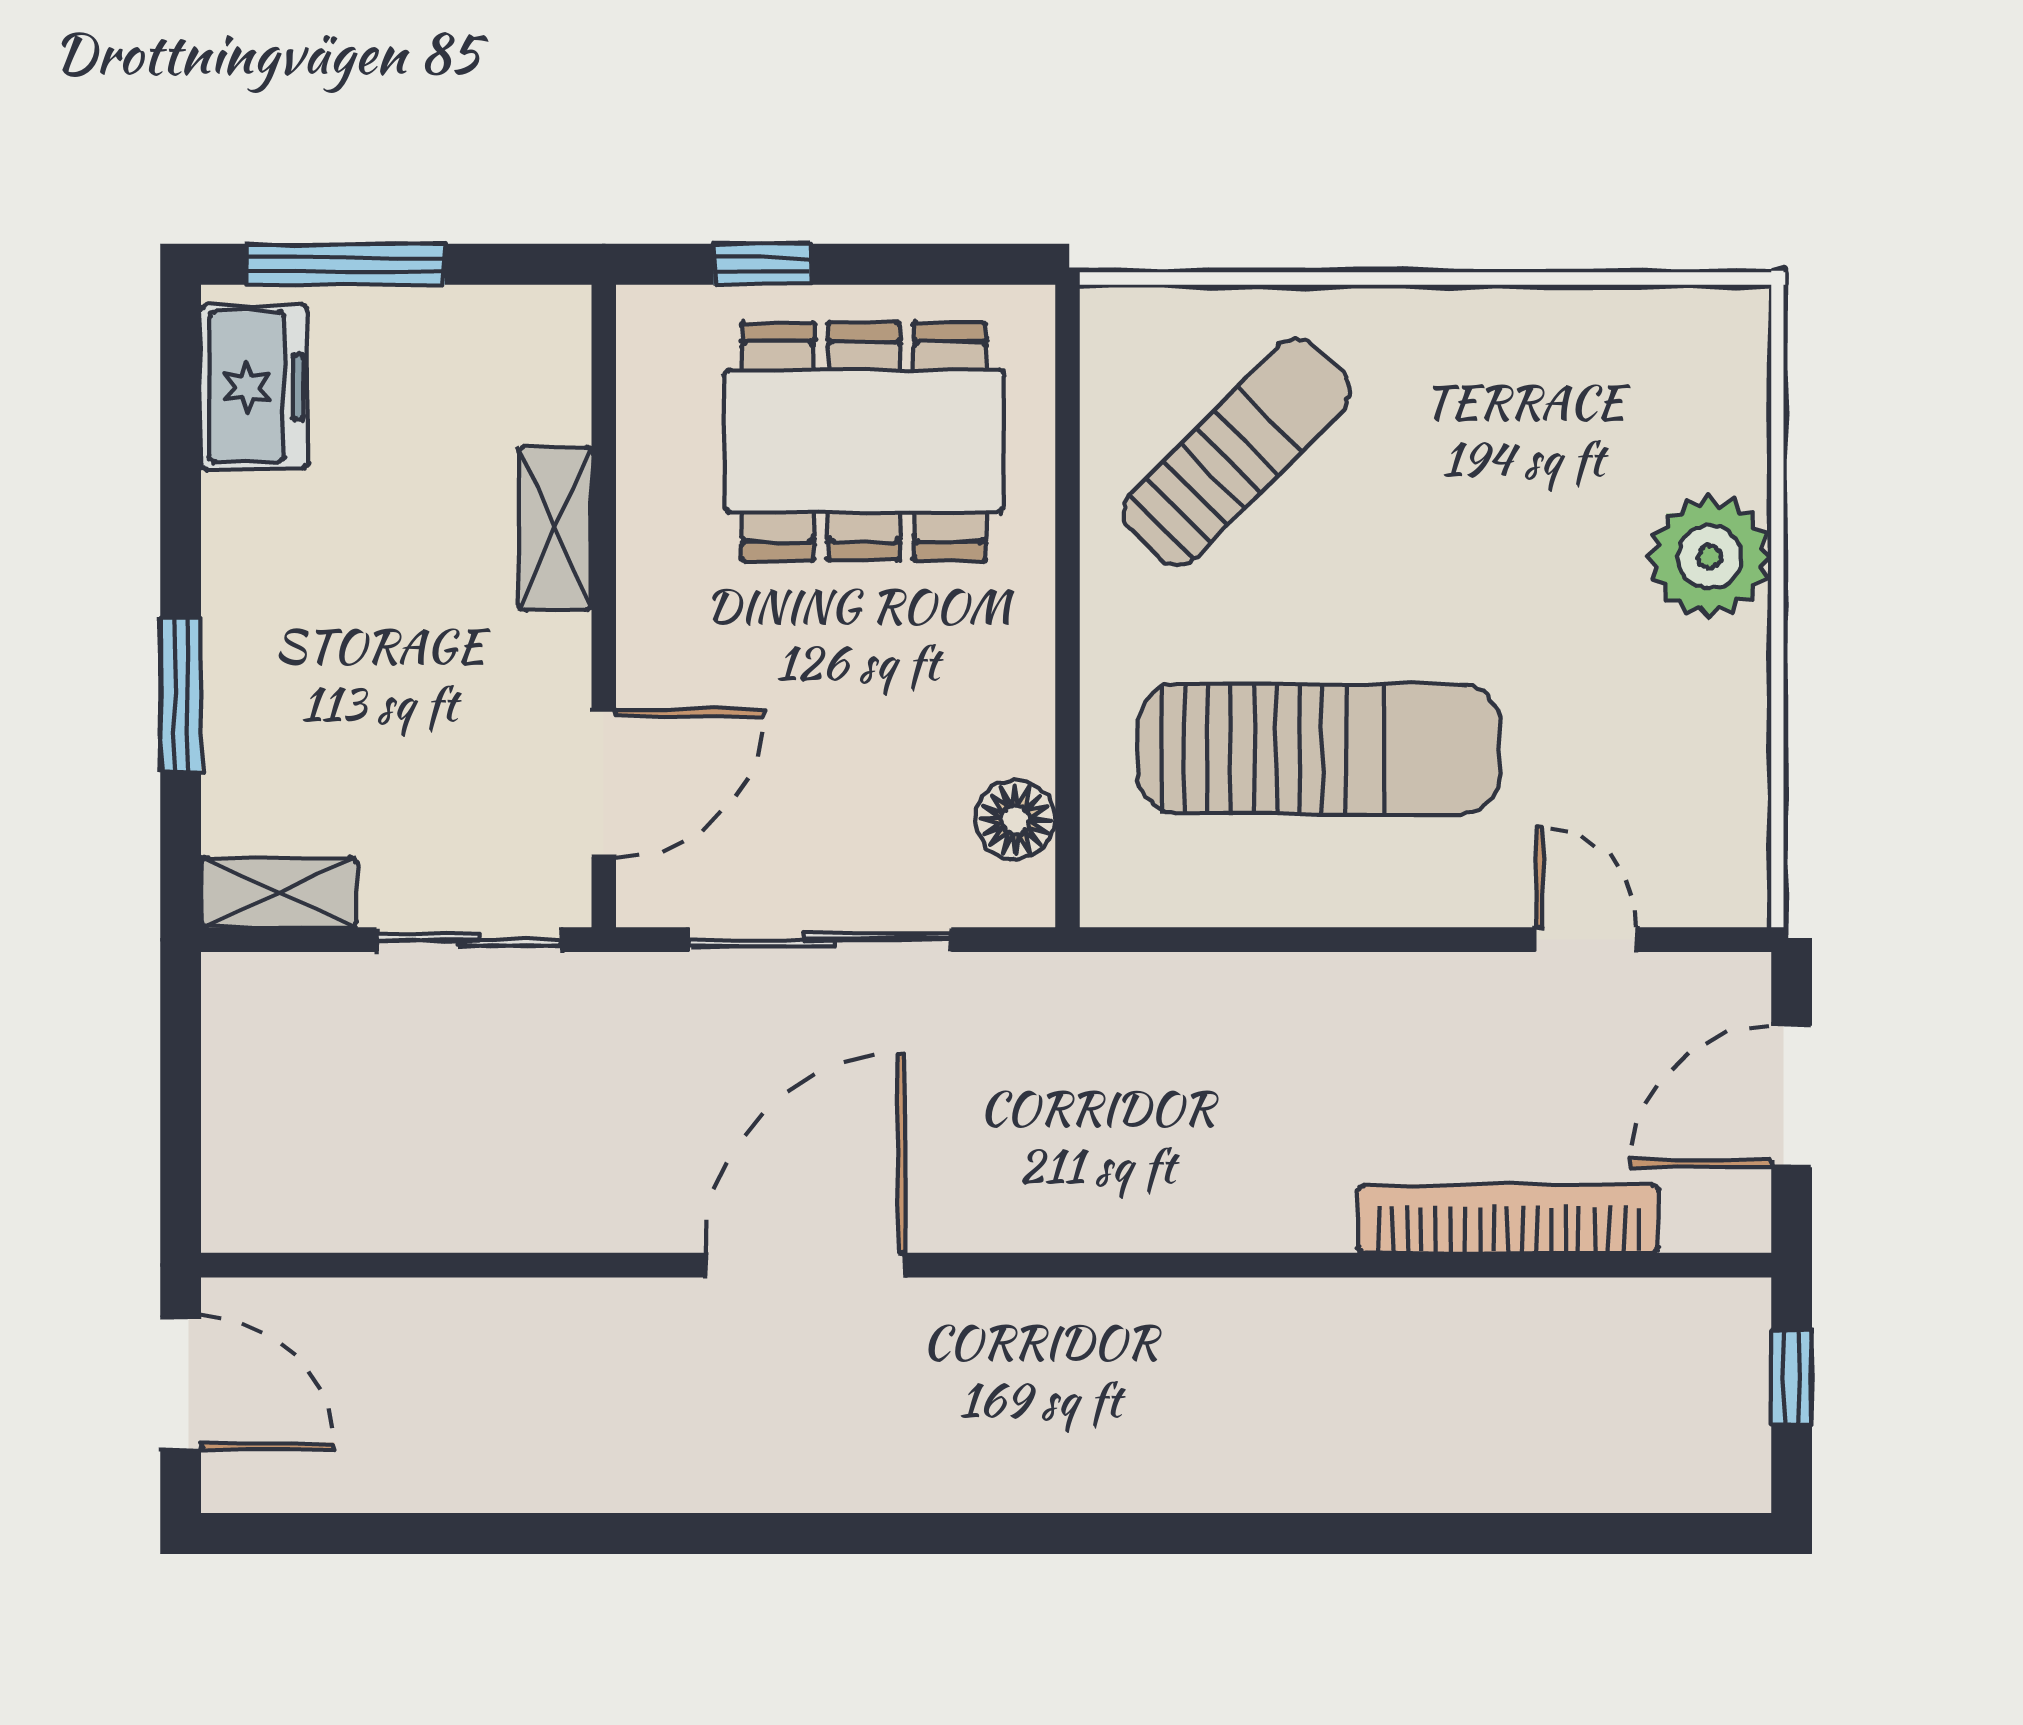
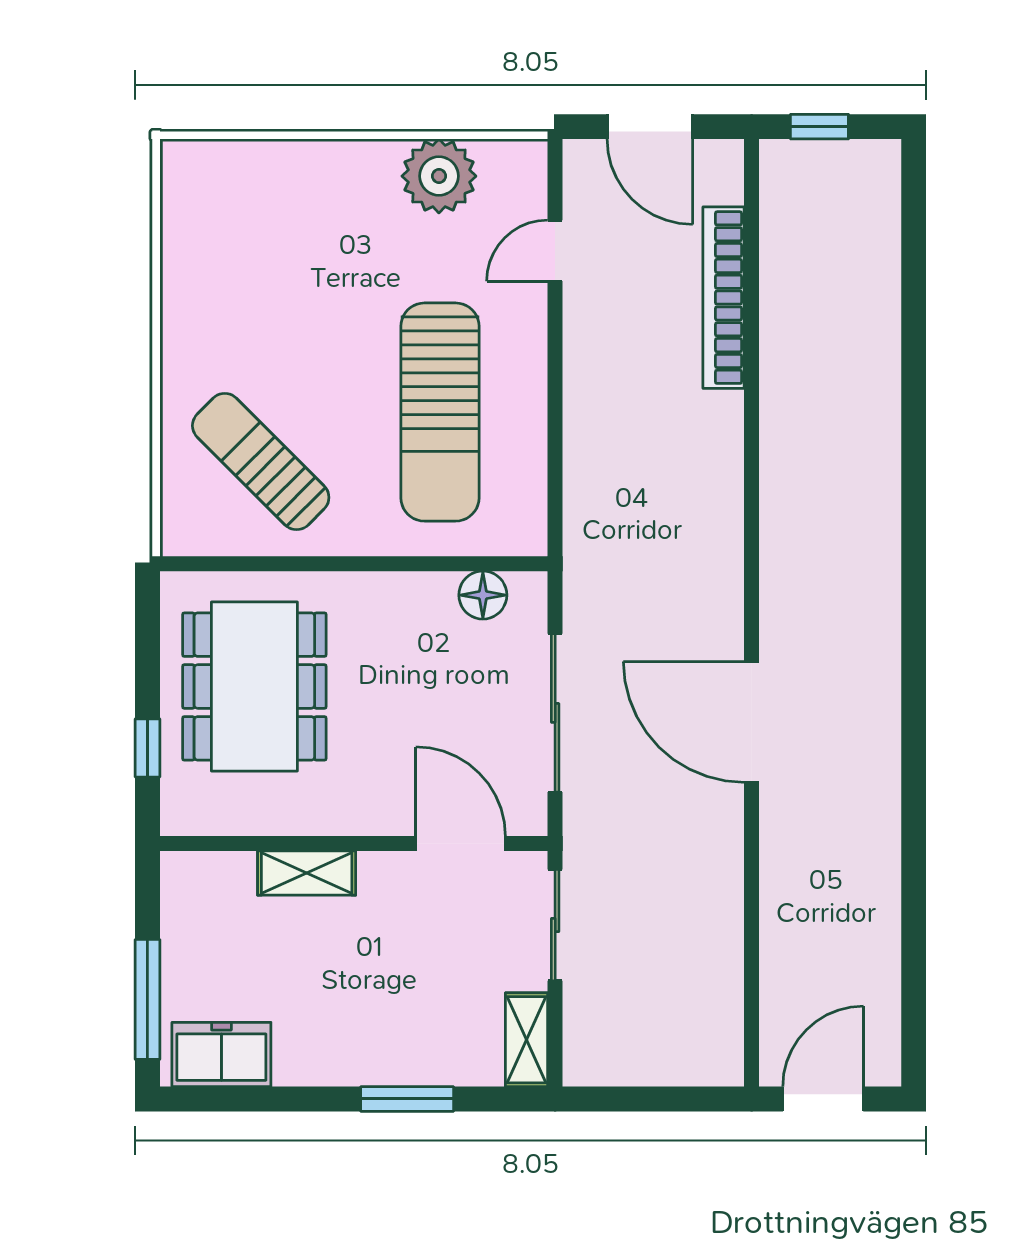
plant: (1710, 557) -> (439, 176), moved
sun lounger: (1319, 749) -> (440, 412), turned 180

